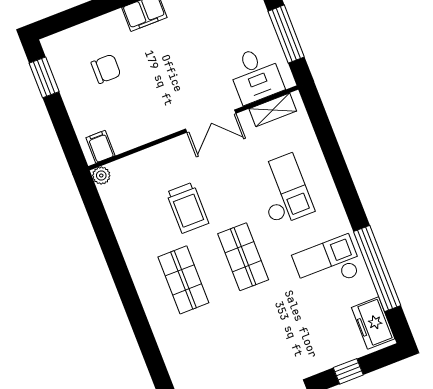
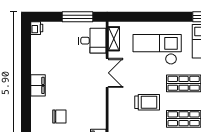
chair: (106, 69) -> (59, 116), turned 90
checkout: (283, 190) -> (157, 49), width x1.36, depth x1.21

